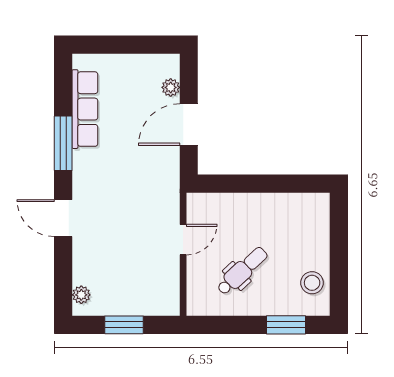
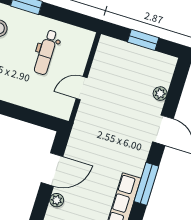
dental chair: (242, 271) -> (46, 52), turned -47
plant: (81, 295) -> (160, 94), moved

